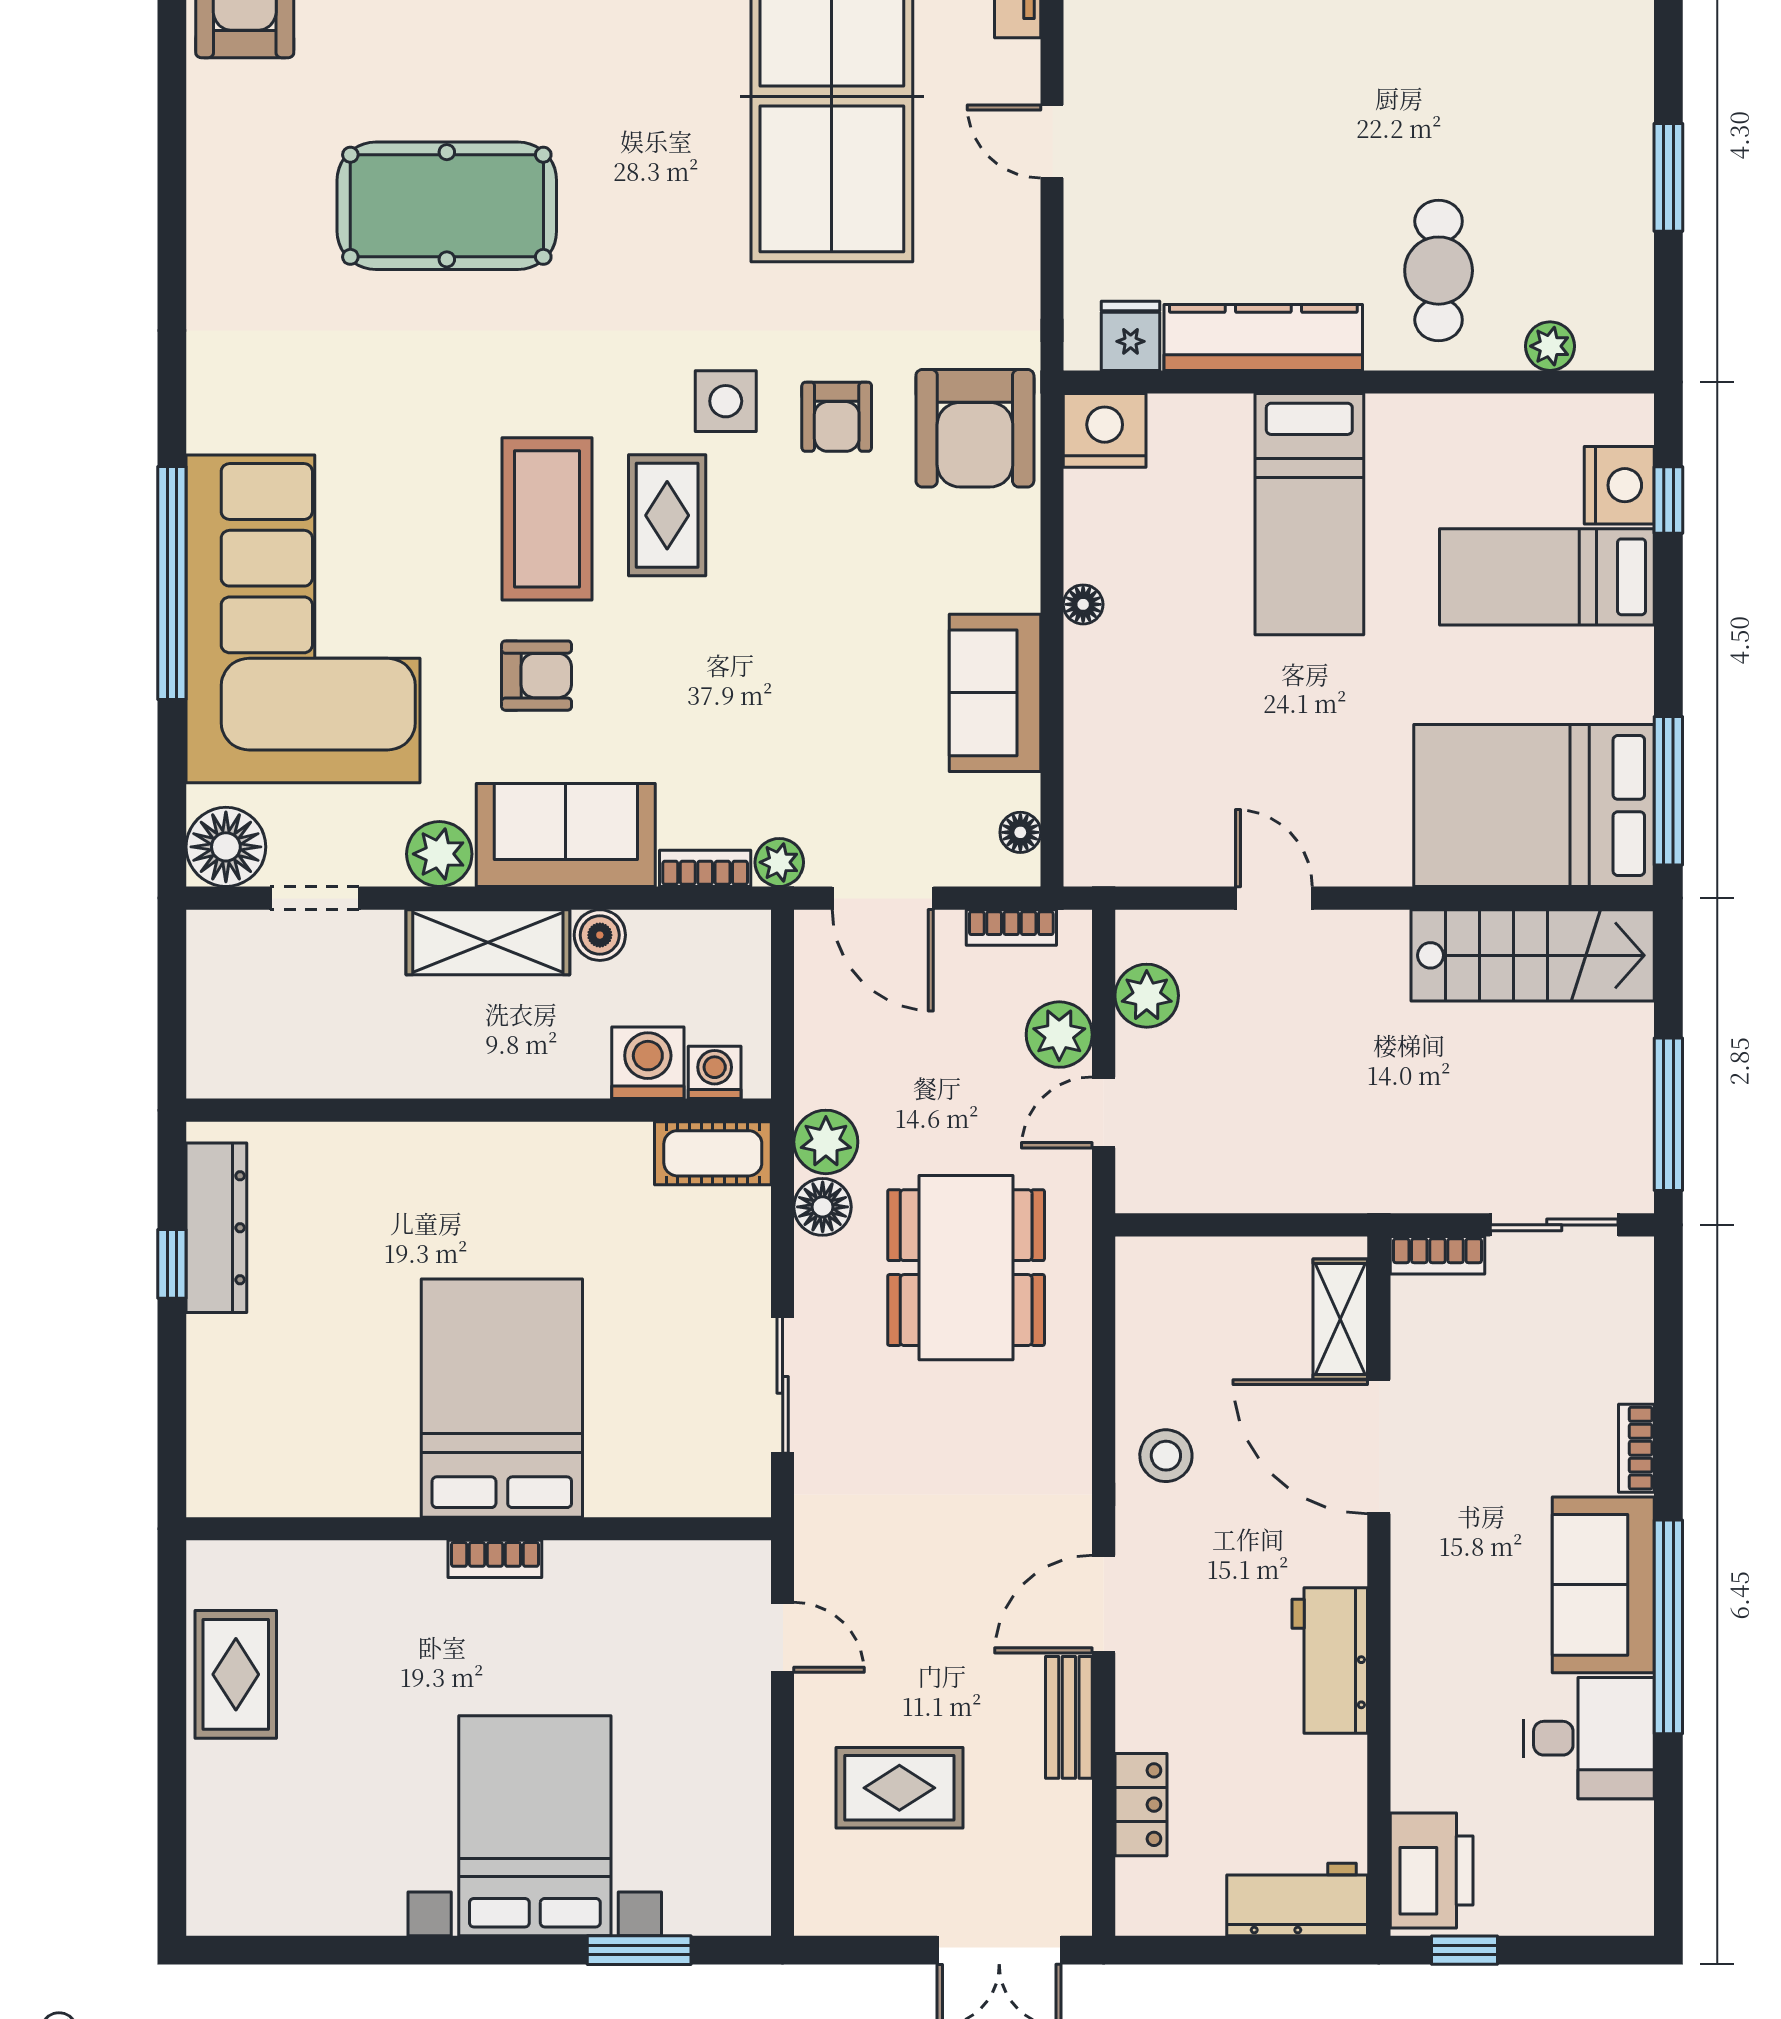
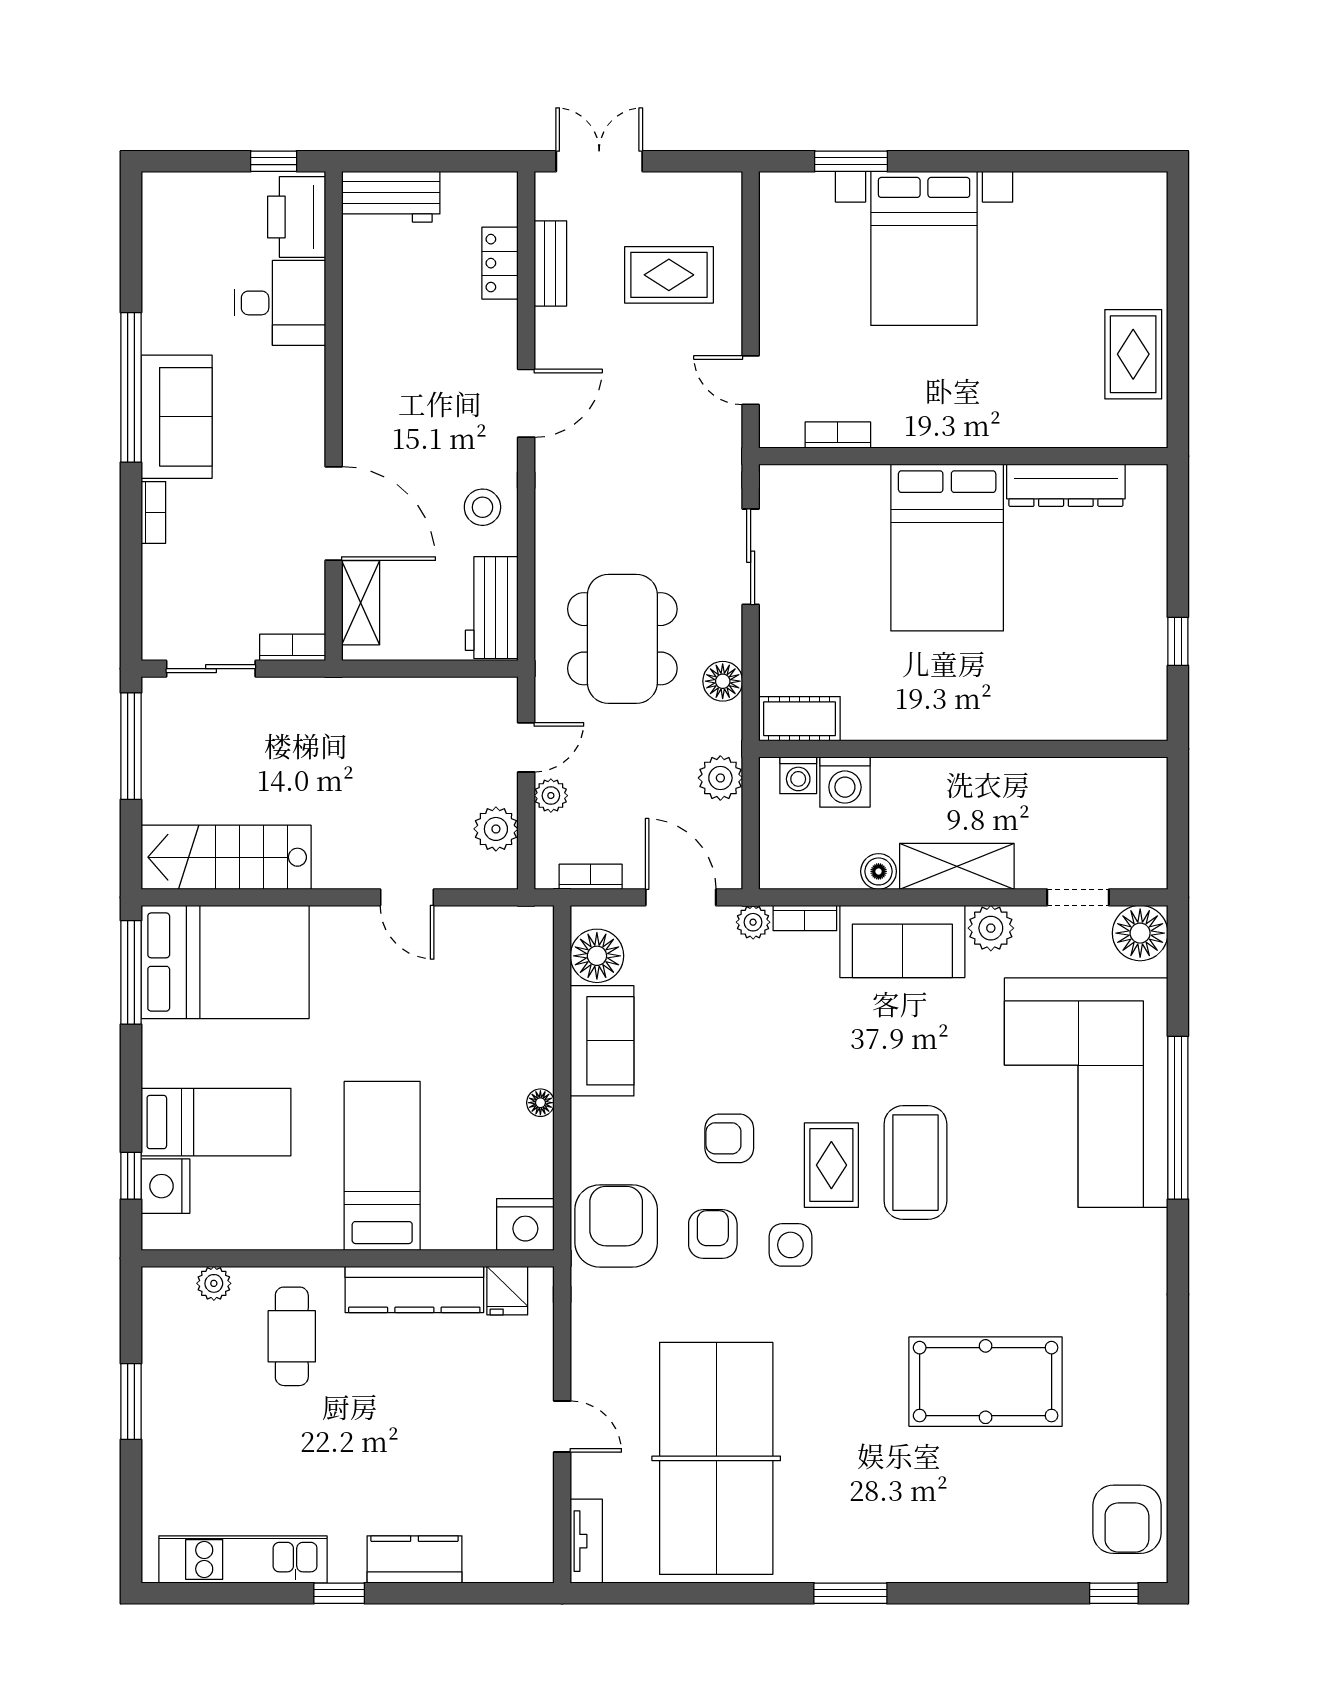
armchair: (537, 676) -> (729, 1138), moved
floor lamp: (1020, 832) -> (597, 956), width x1.89, depth x1.89
plant: (1059, 1035) -> (551, 796), width x0.73, depth x0.73
plant: (826, 1142) -> (720, 778), moved
dresser: (216, 1228) -> (1066, 485), moved, turned -90
bookcase: (495, 1559) -> (838, 435), moved
workbench: (1330, 1660) -> (492, 608), moved, turned 180
bench: (1069, 1717) -> (550, 263), moved
desk: (1589, 1738) -> (280, 303), moved, turned 180

